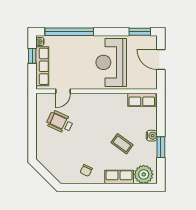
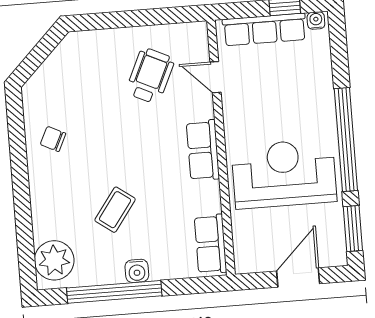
window: (69, 32) -> (346, 140), moved
window: (161, 147) -> (114, 292), width x2.11
row of seats: (119, 177) -> (203, 150), moved, turned 180

